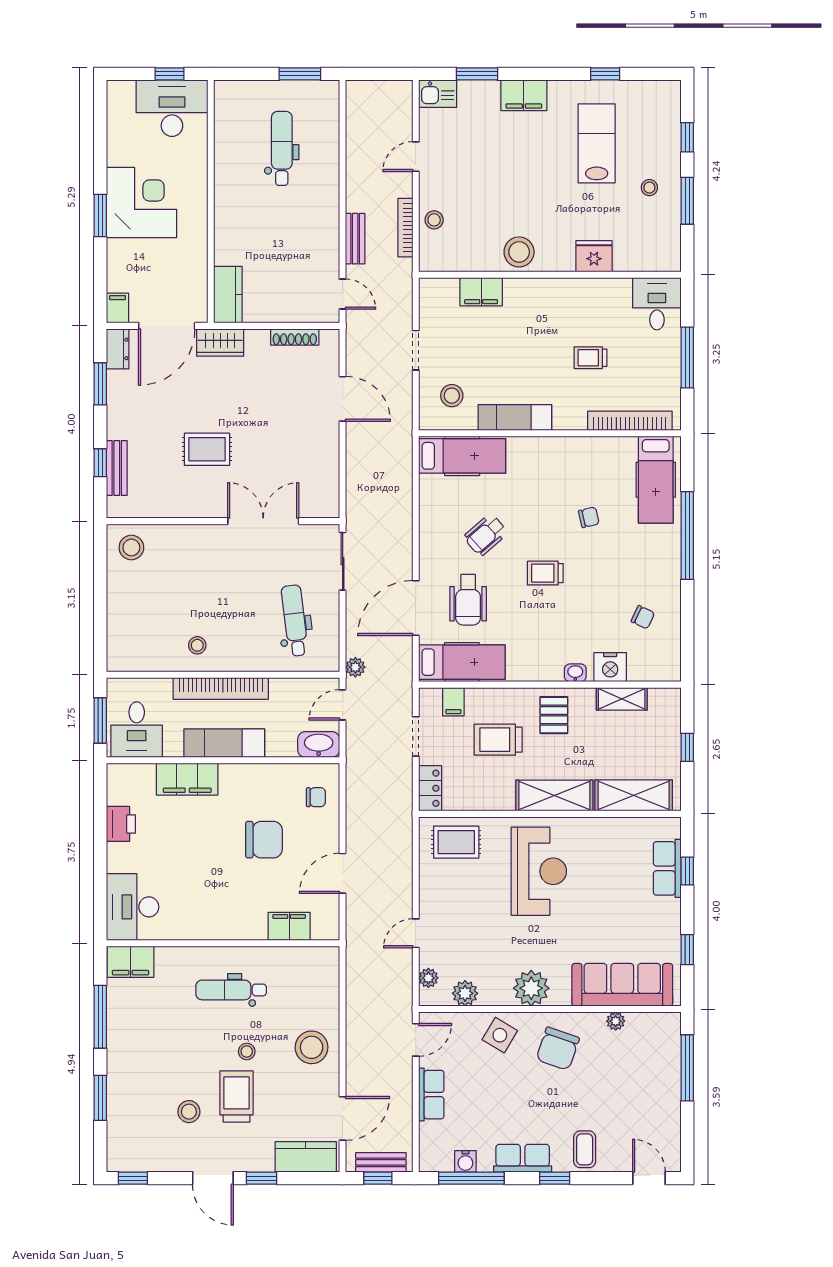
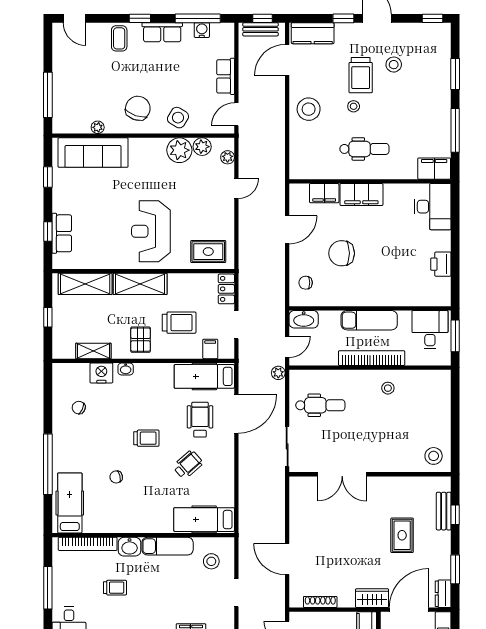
washbasin: (570, 417) -> (130, 547), added
rug: (207, 449) -> (402, 535), moved, turned 90
dental chair: (295, 621) -> (320, 405), turned -83
filing cabinet: (187, 779) -> (361, 194), moved, turned 180
plant: (531, 988) -> (179, 150), moved

